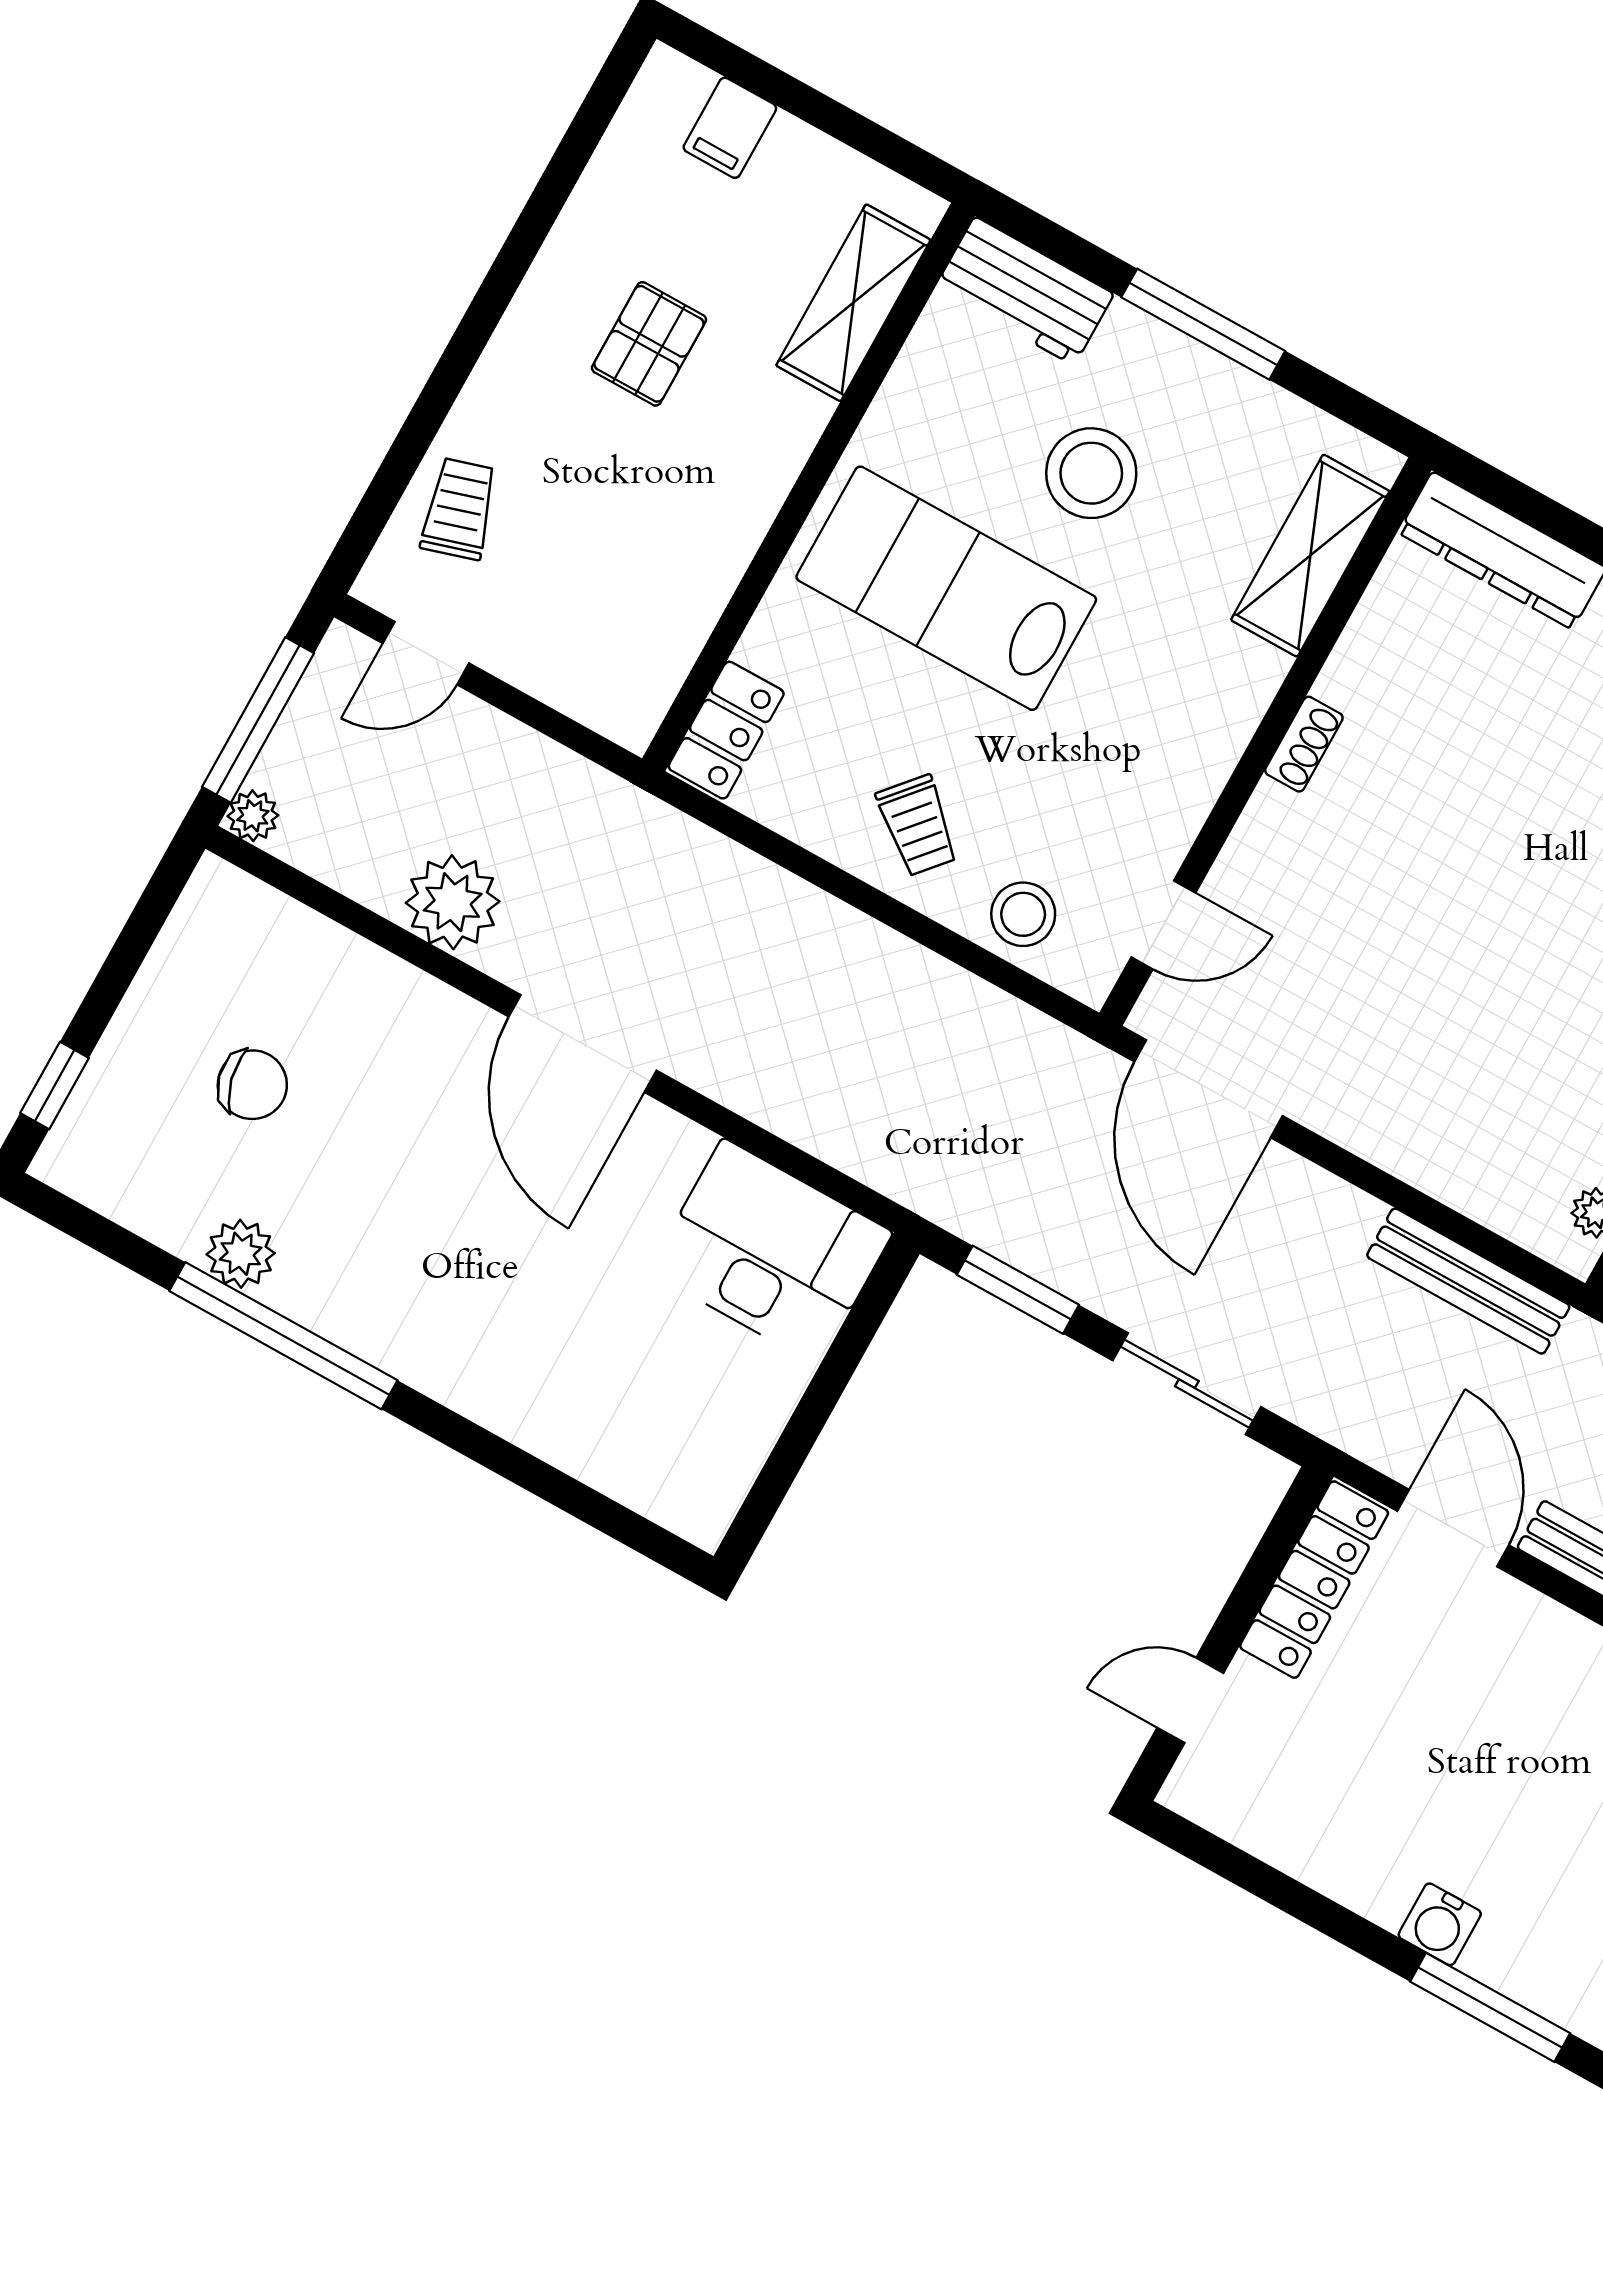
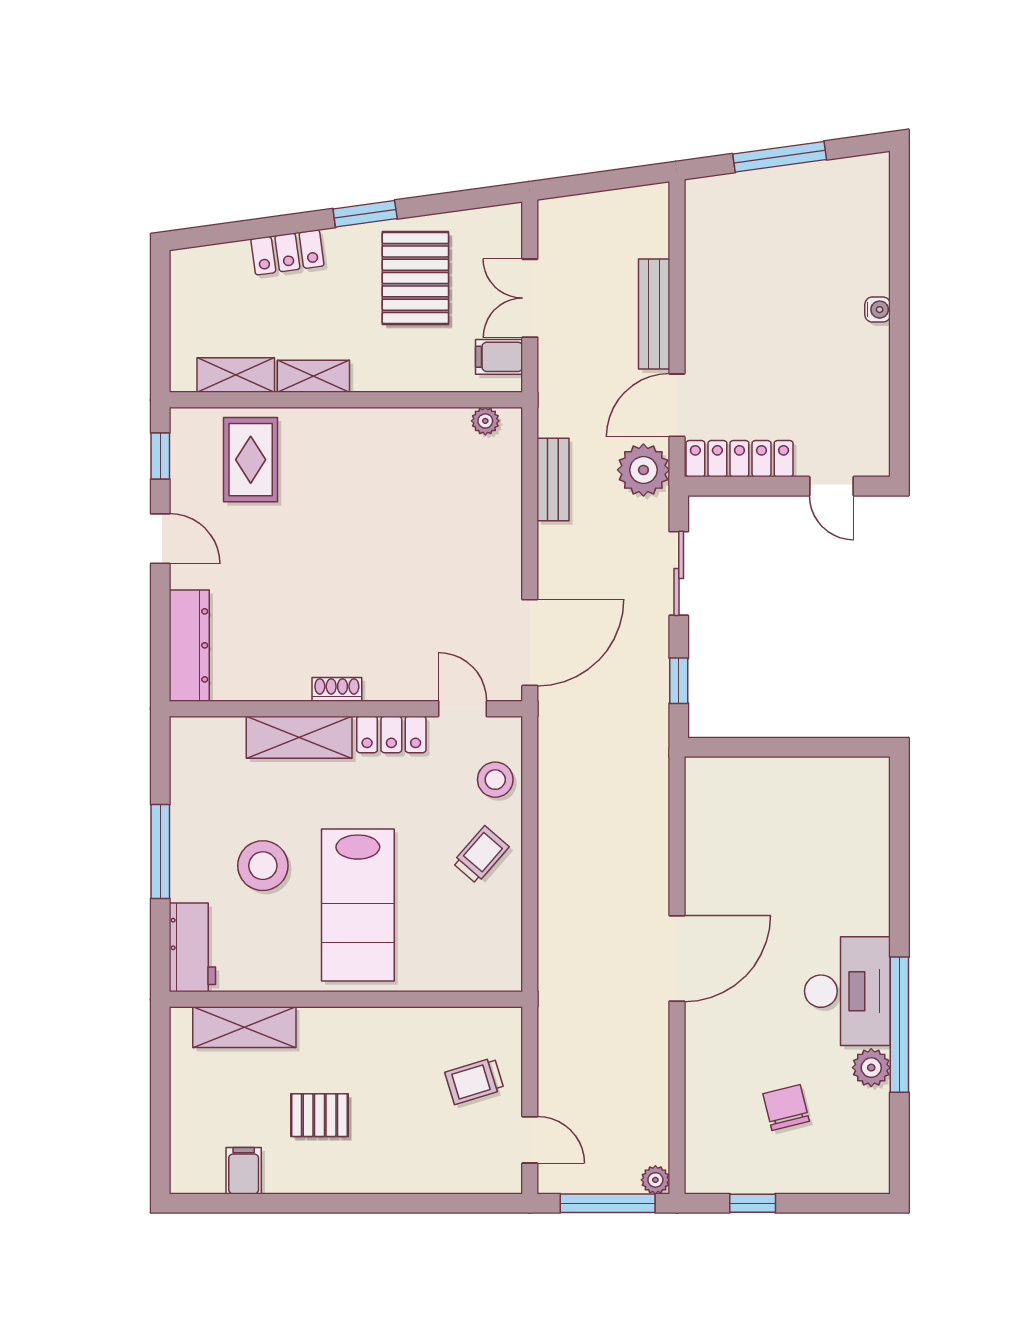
filing cabinet: (730, 128) -> (244, 1171), moved, turned -90
trolley: (459, 509) -> (474, 1081), moved
shelving: (1310, 556) -> (299, 737), moved
locker: (726, 730) -> (391, 734), moved, turned 180
plant: (453, 902) -> (643, 470), moved
window: (55, 1086) -> (753, 1203), moved
desk: (771, 1252) -> (847, 991), moved, turned 180
bench: (1468, 1281) -> (553, 480), width x0.73
window: (1018, 1290) -> (679, 681), width x0.67
water cooler: (1440, 1924) -> (878, 310), width x0.72, depth x0.72
window: (1490, 2007) -> (899, 258), removed

